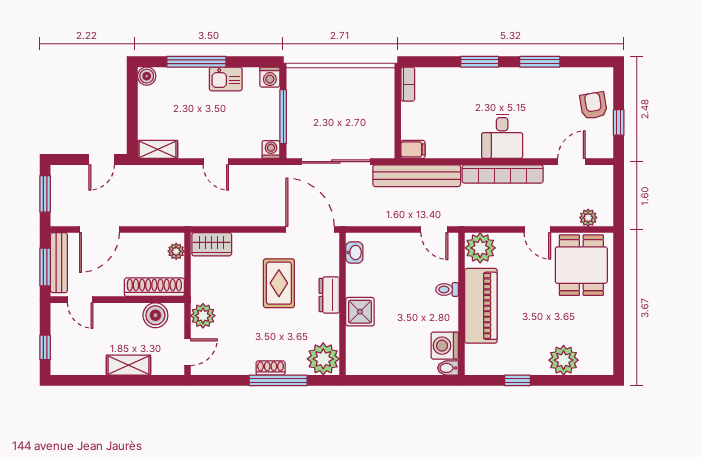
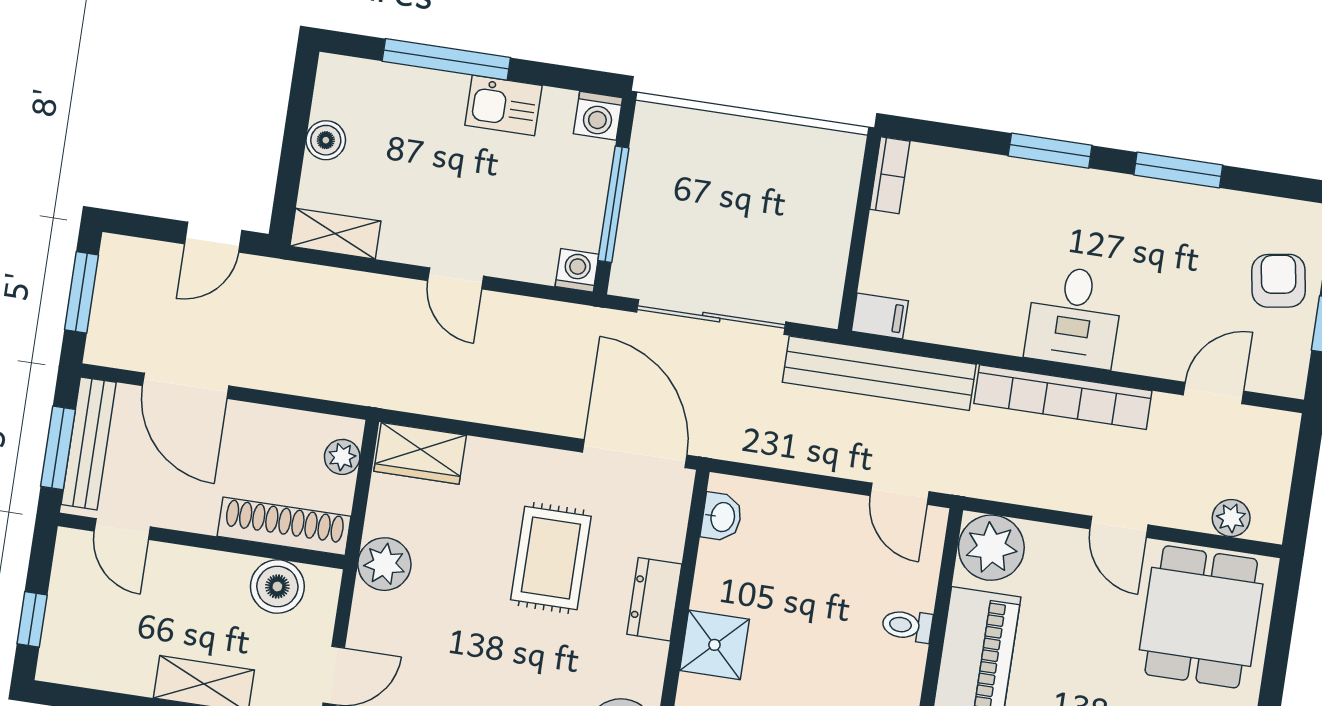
boiler: (147, 76) -> (326, 140), moved
door: (99, 230) -> (186, 386), hinge flipped
plant: (203, 316) -> (384, 564), moved

